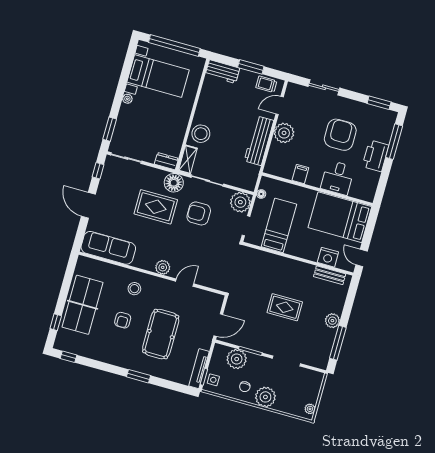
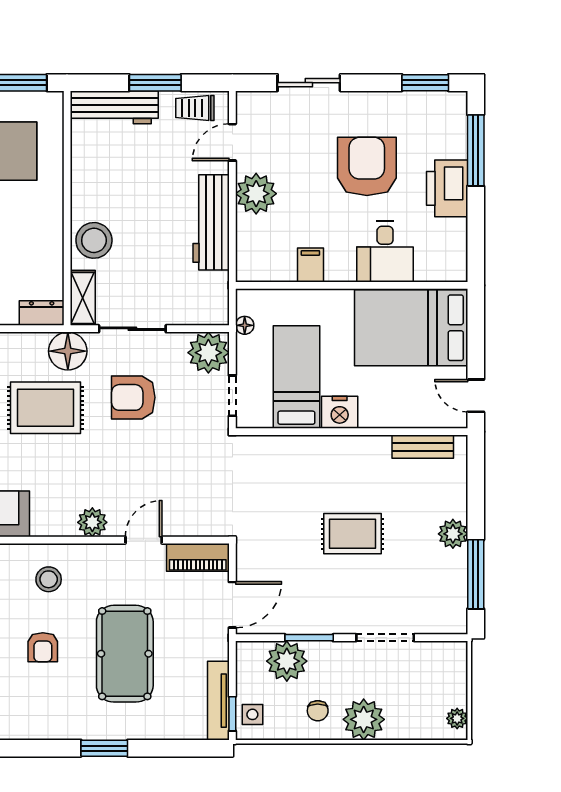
workbench: (222, 72) -> (114, 107), width x1.38
nightstand: (328, 257) -> (340, 412), moved
piano: (208, 298) -> (198, 557), added

